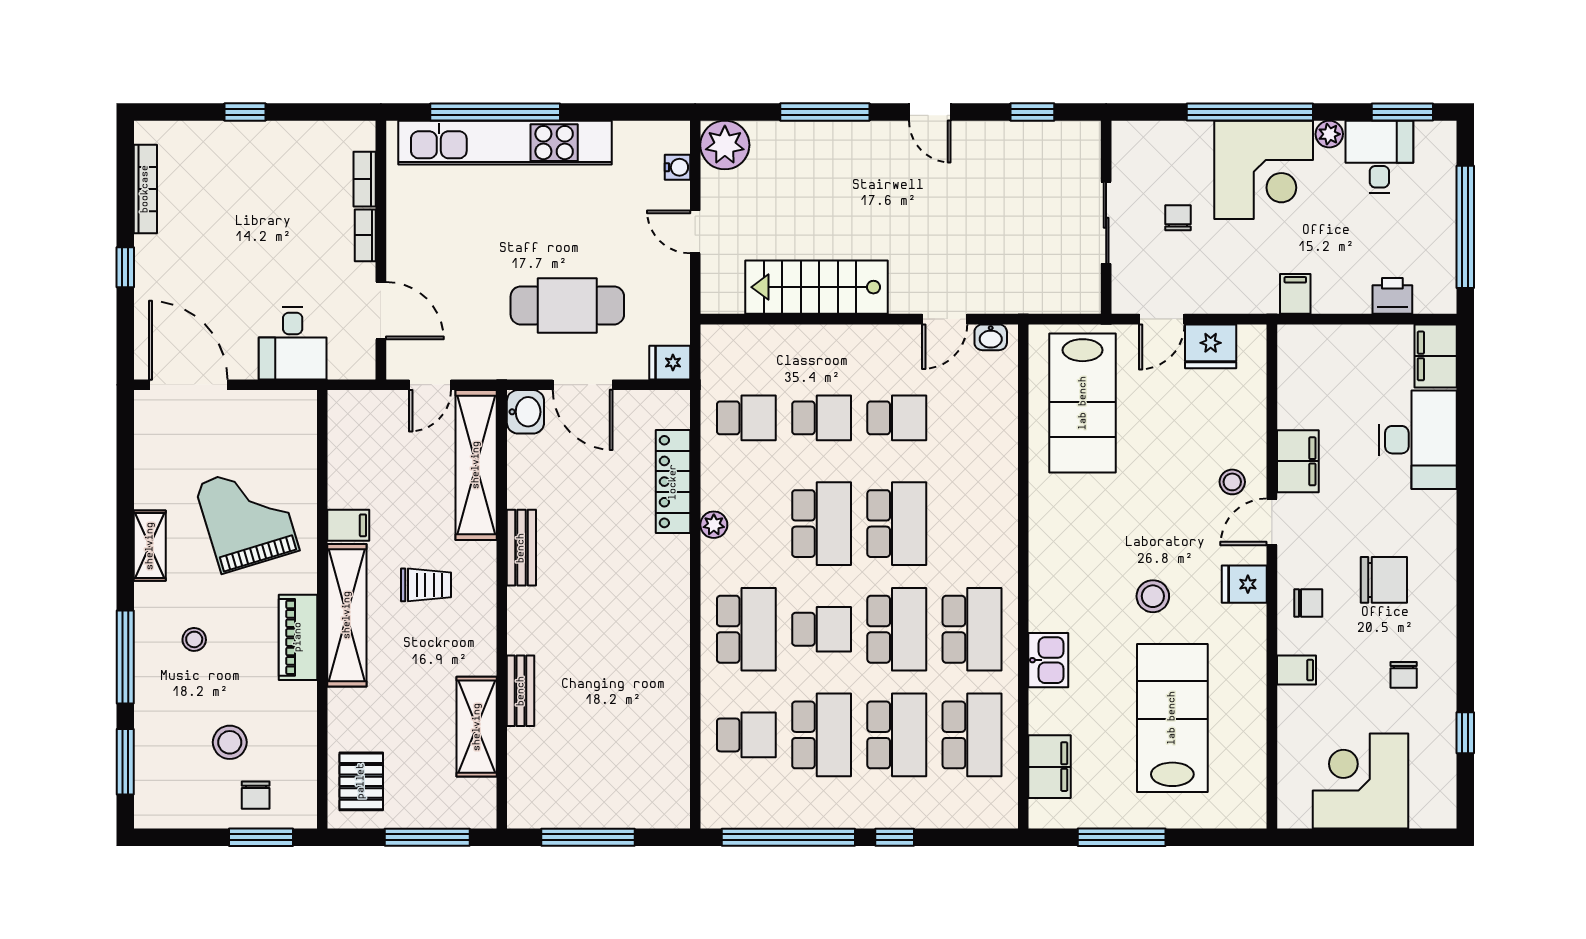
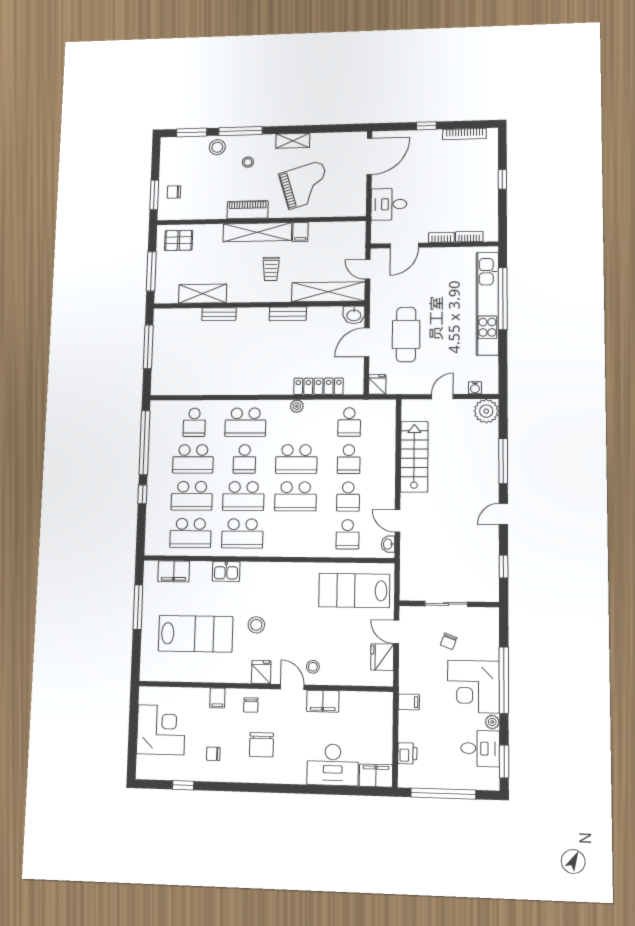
chair: (1178, 218) -> (449, 641), turned 110
school desk: (972, 418) -> (348, 534), added
stool: (230, 742) -> (217, 147), moved

